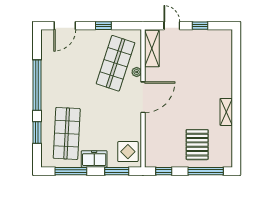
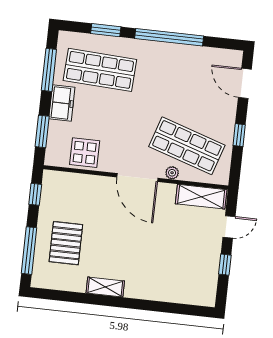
pallet: (197, 145) -> (66, 243), turned 90
display table: (128, 152) -> (85, 153), moved

